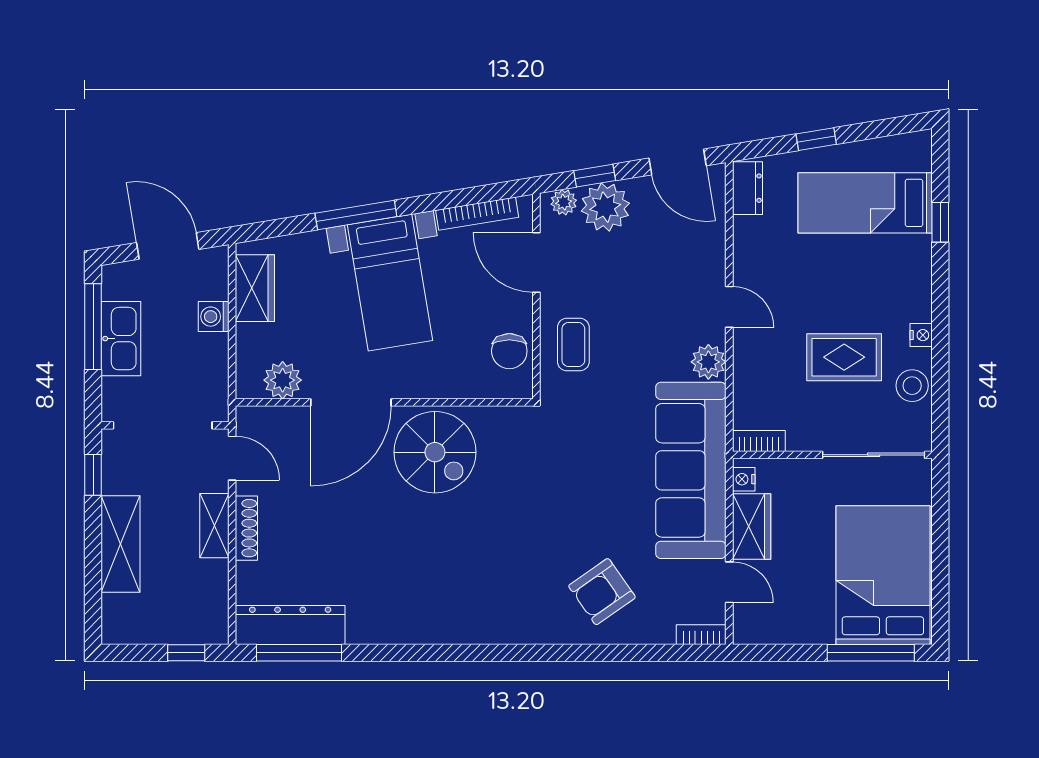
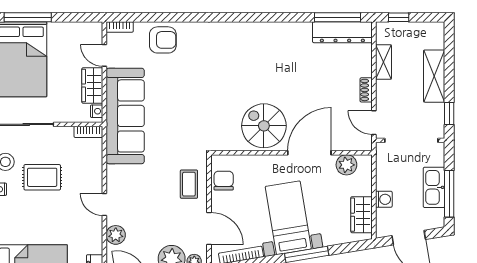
plant: (708, 362) -> (116, 235), moved
shelving: (214, 526) -> (383, 62), moved
shoe rack: (246, 528) -> (366, 90), width x0.70
armchair: (602, 592) -> (163, 40), moved, turned 35

